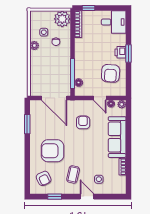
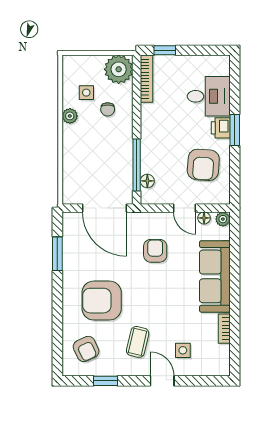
desk: (114, 22) -> (209, 96), moved

